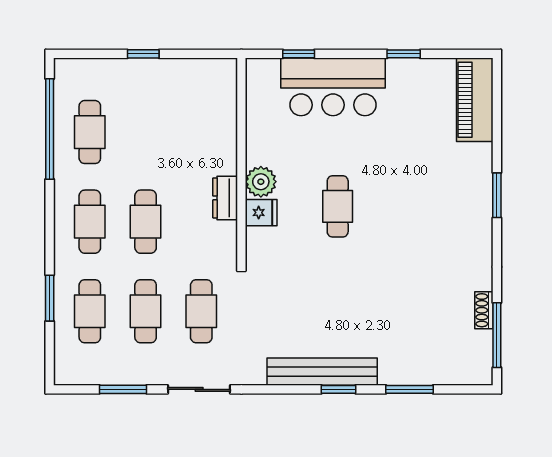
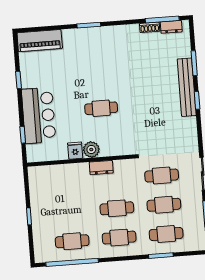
fridge: (261, 213) -> (75, 151), moved
dresser: (482, 351) -> (171, 27), added
bench: (322, 372) -> (187, 87), moved

